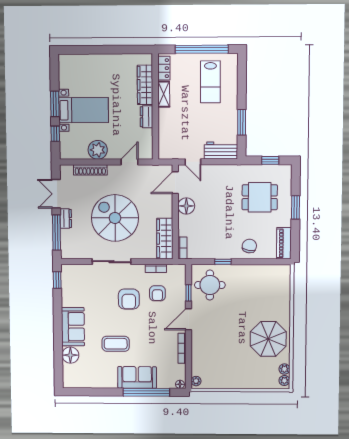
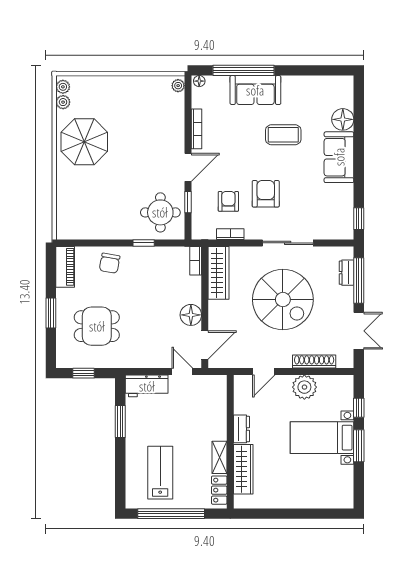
dresser: (66, 219) -> (347, 273), moved

